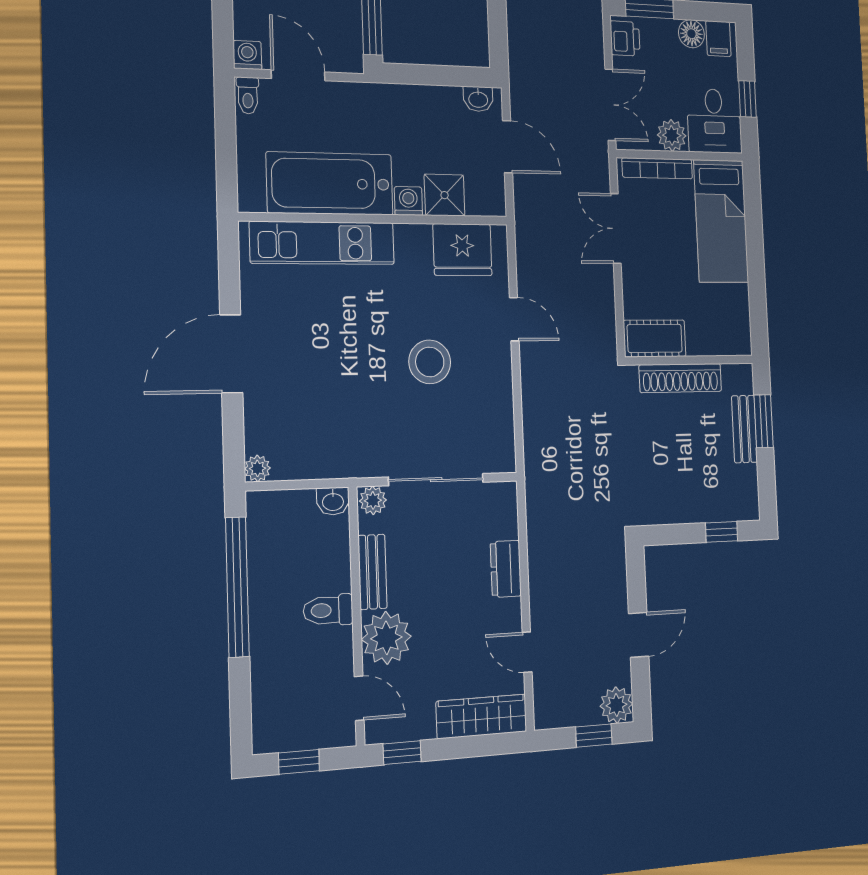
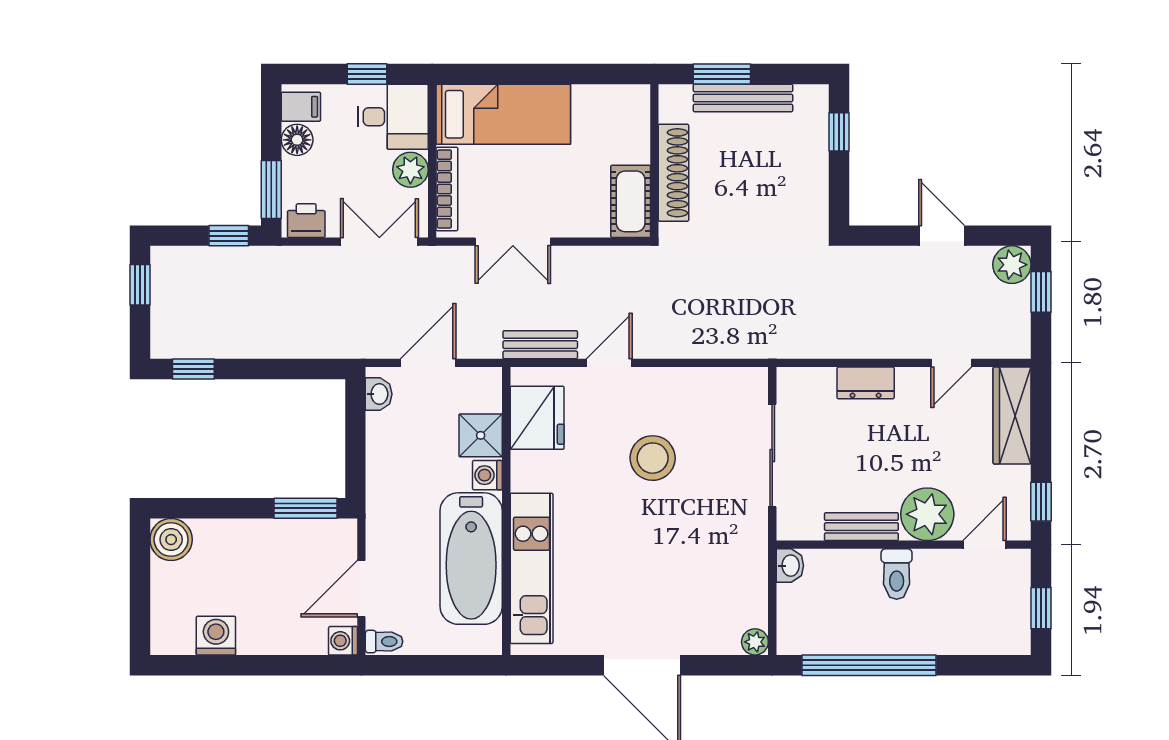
bench: (528, 253) -> (540, 345), added
bench: (745, 429) -> (743, 98), width x1.36
plant: (373, 500) -> (791, 524), removed

